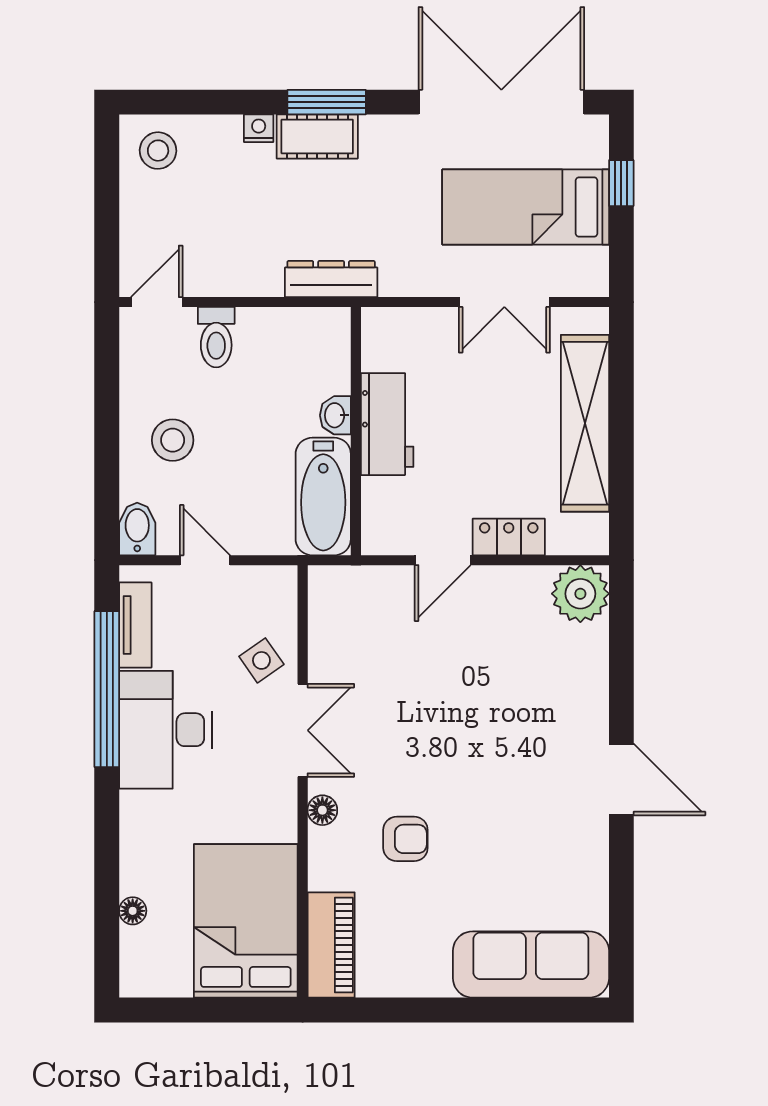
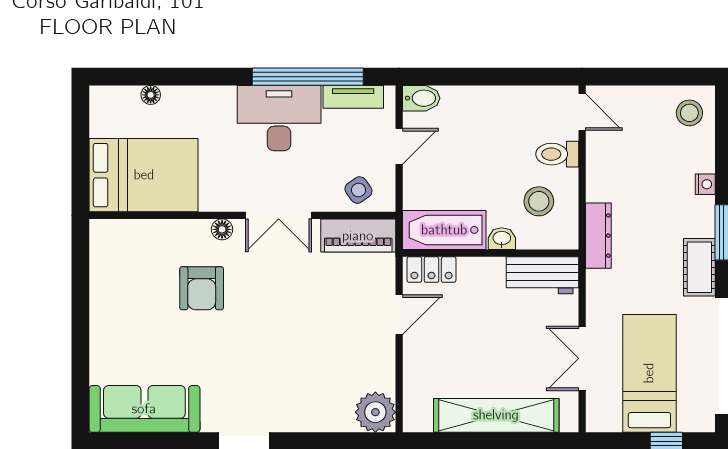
cot: (317, 137) -> (699, 267), moved
workbench: (387, 424) -> (542, 275), moved
stool: (173, 440) -> (539, 201), moved
locker: (509, 537) -> (431, 270), moved, turned 90
door: (443, 560) -> (399, 315), swing flipped
side table: (261, 660) -> (358, 190), moved
armchair: (405, 839) -> (202, 288), width x1.38, depth x1.38
piano: (331, 945) -> (358, 236), moved
sofa: (531, 965) -> (144, 409), moved, turned -90

